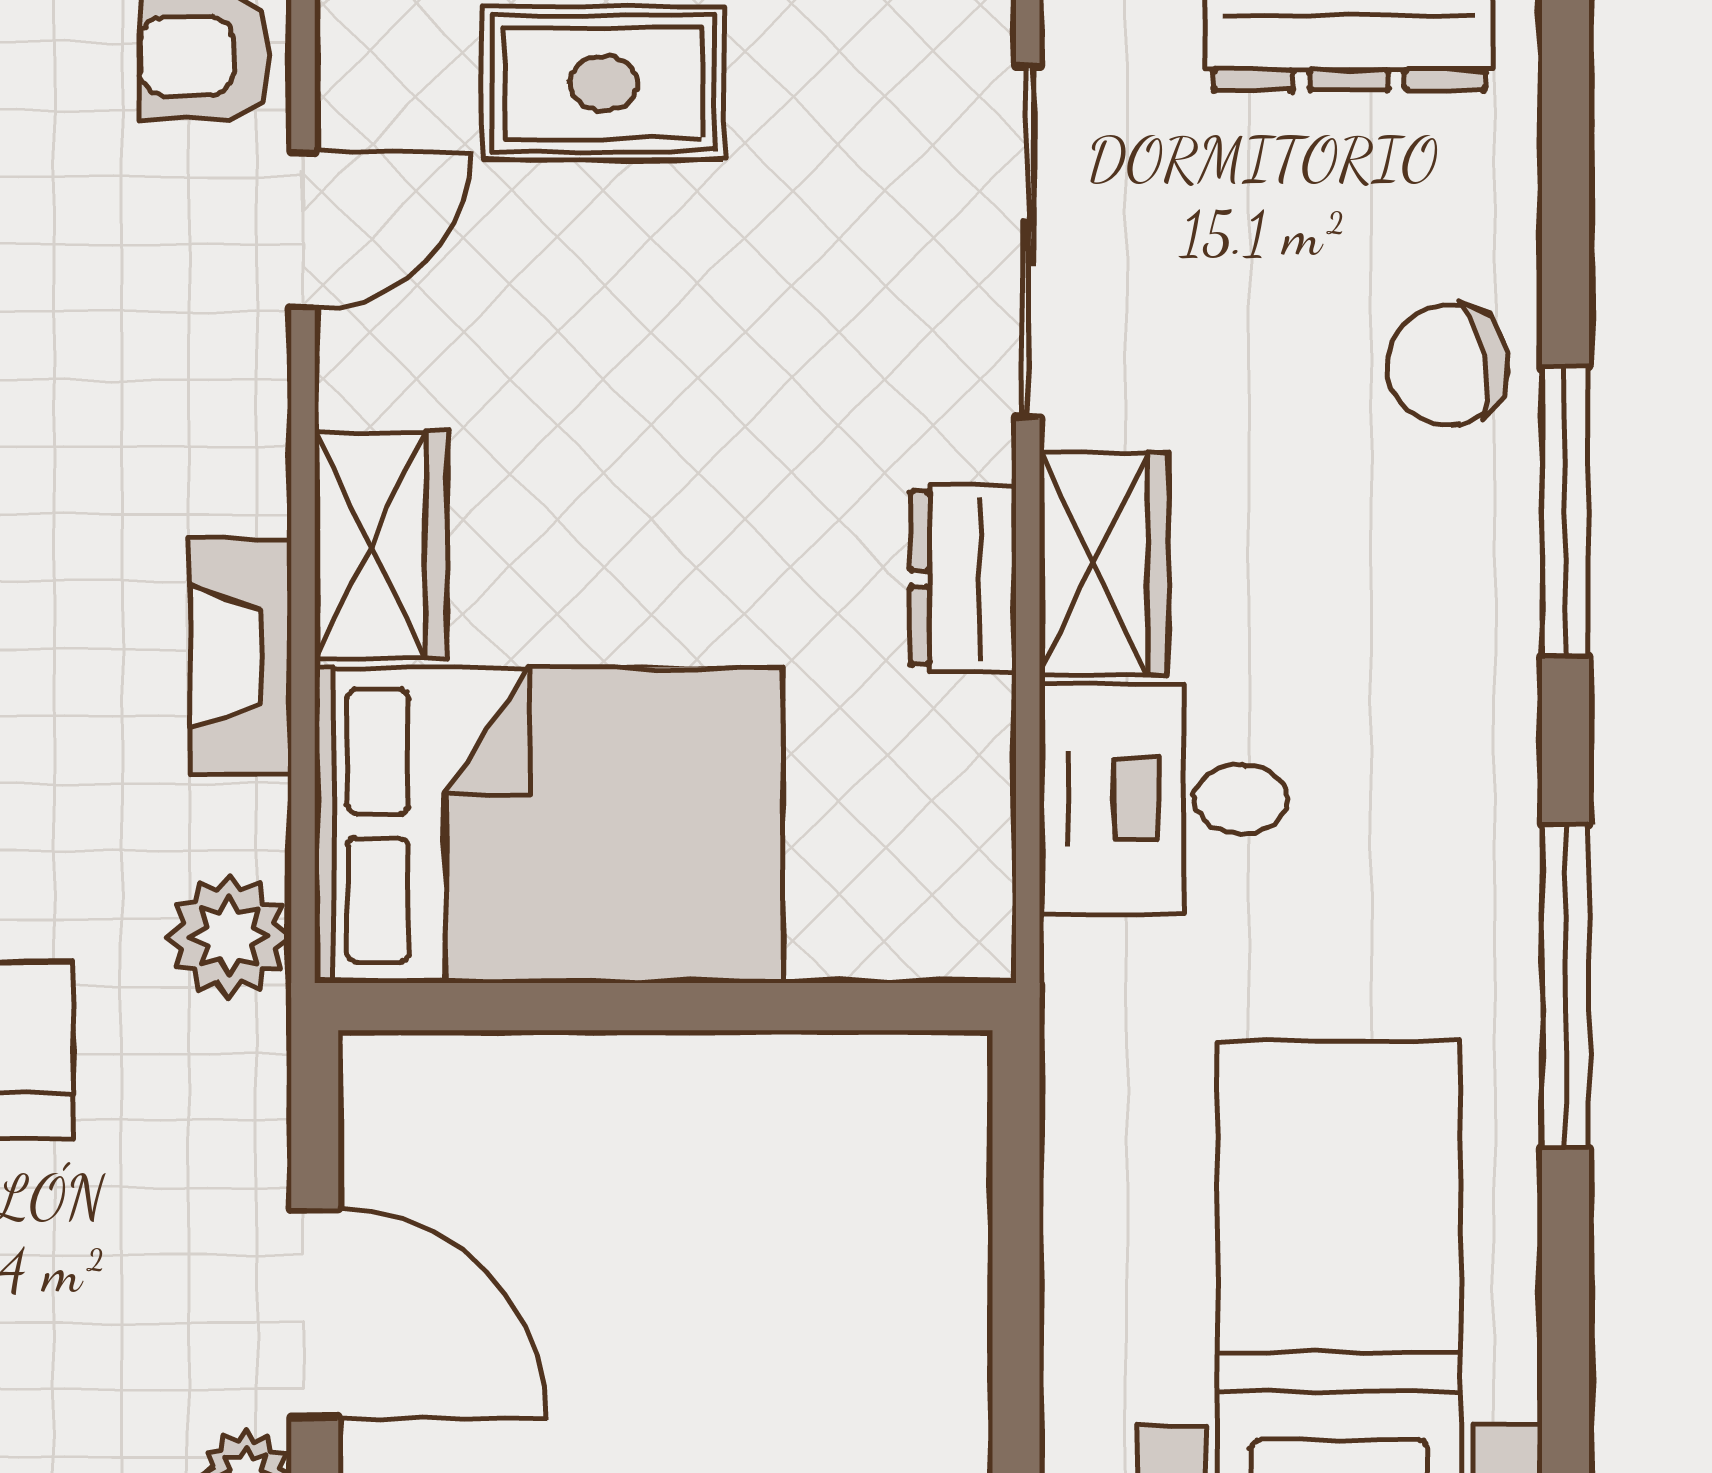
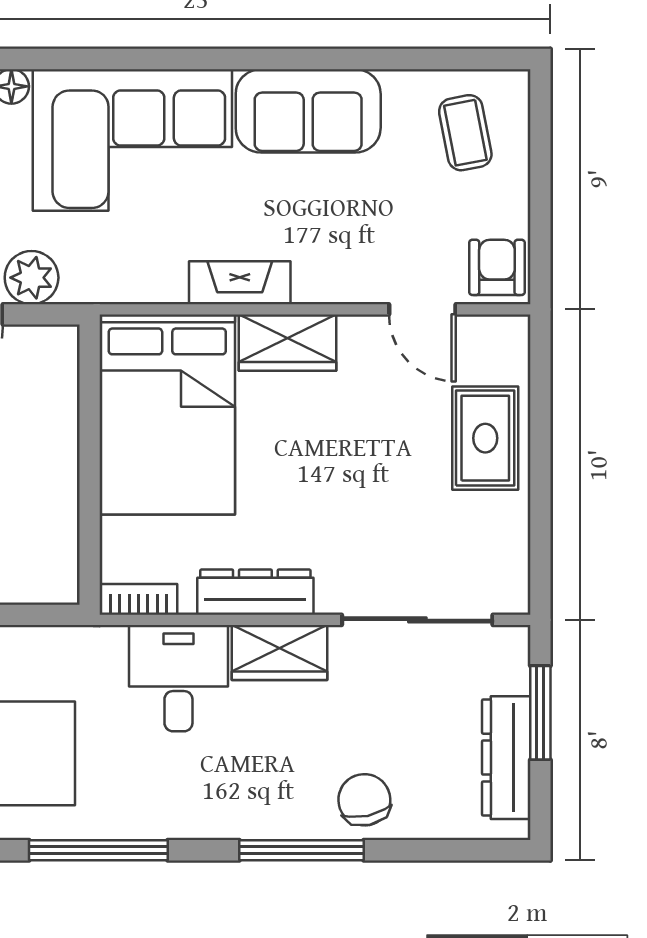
dresser: (963, 578) -> (255, 592), width x1.44
bookcase: (980, 893) -> (138, 599), added
plant: (229, 936) -> (32, 278), moved

